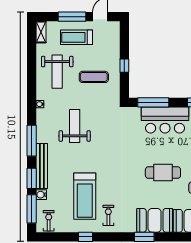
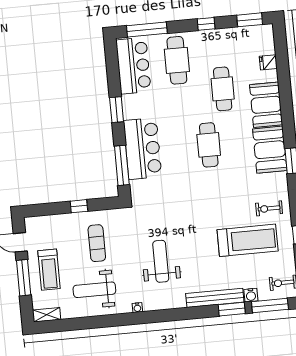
weight bench: (57, 72) -> (94, 290), turned 180
weight bench: (75, 126) -> (161, 261), turned 90
window: (32, 141) -> (184, 314), removed

